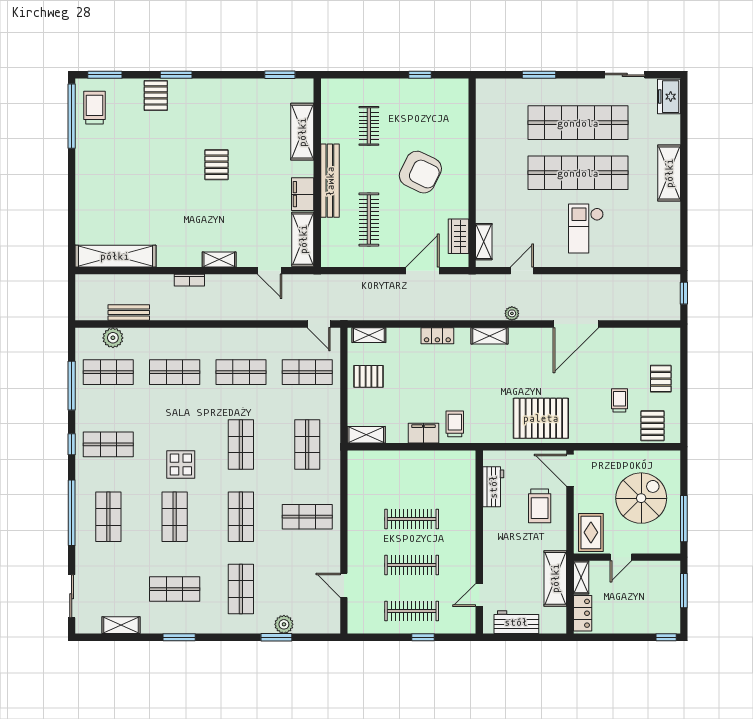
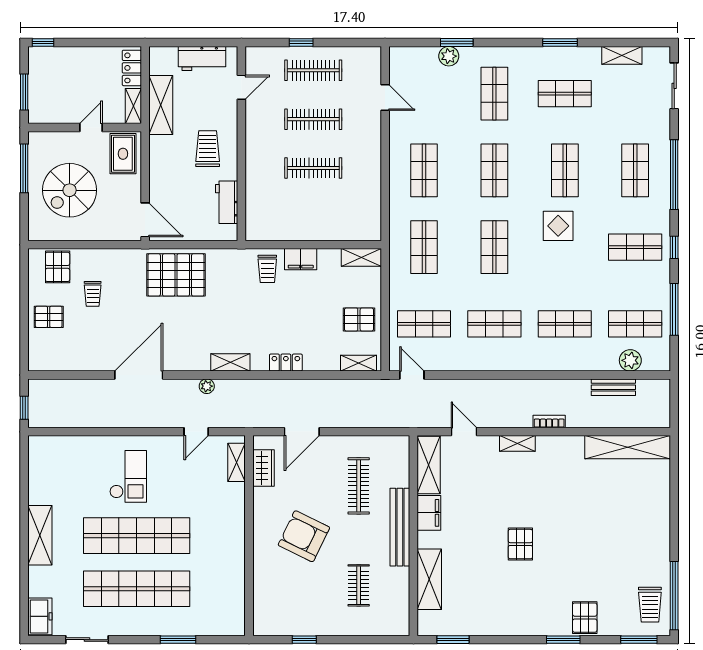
pallet: (661, 379) -> (49, 317), turned 90
trolley: (540, 506) -> (208, 149), moved
shop shelf: (307, 517) -> (424, 170), turned 90

